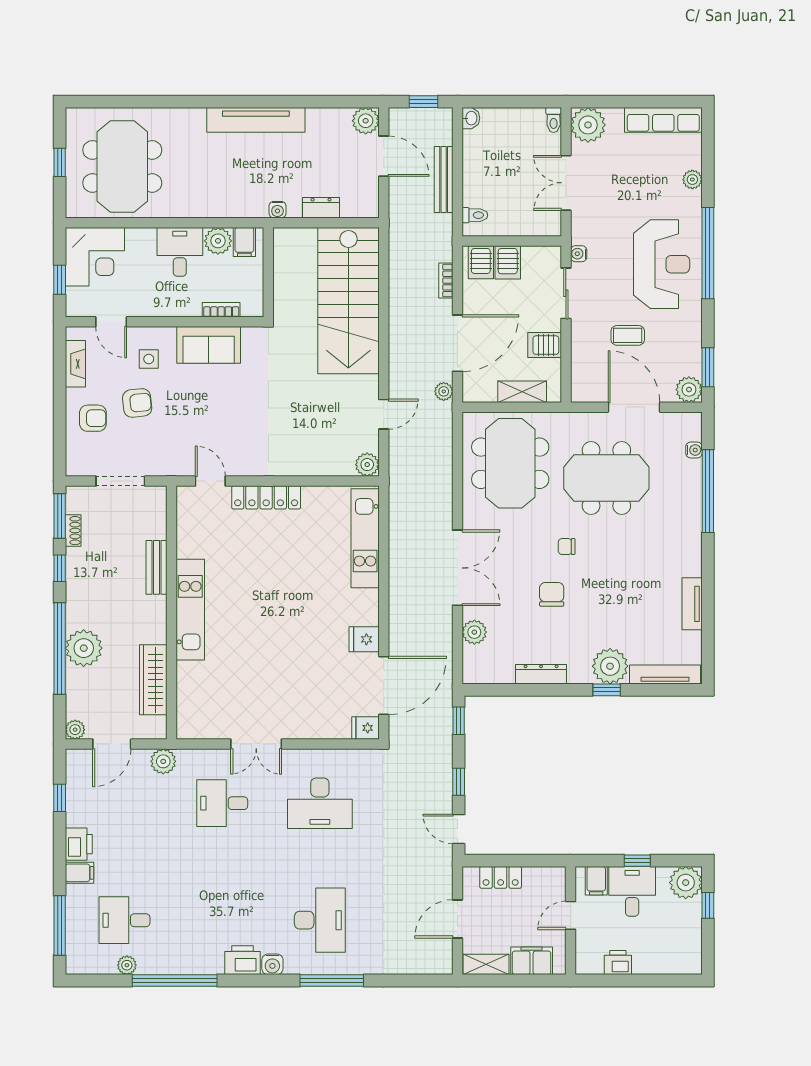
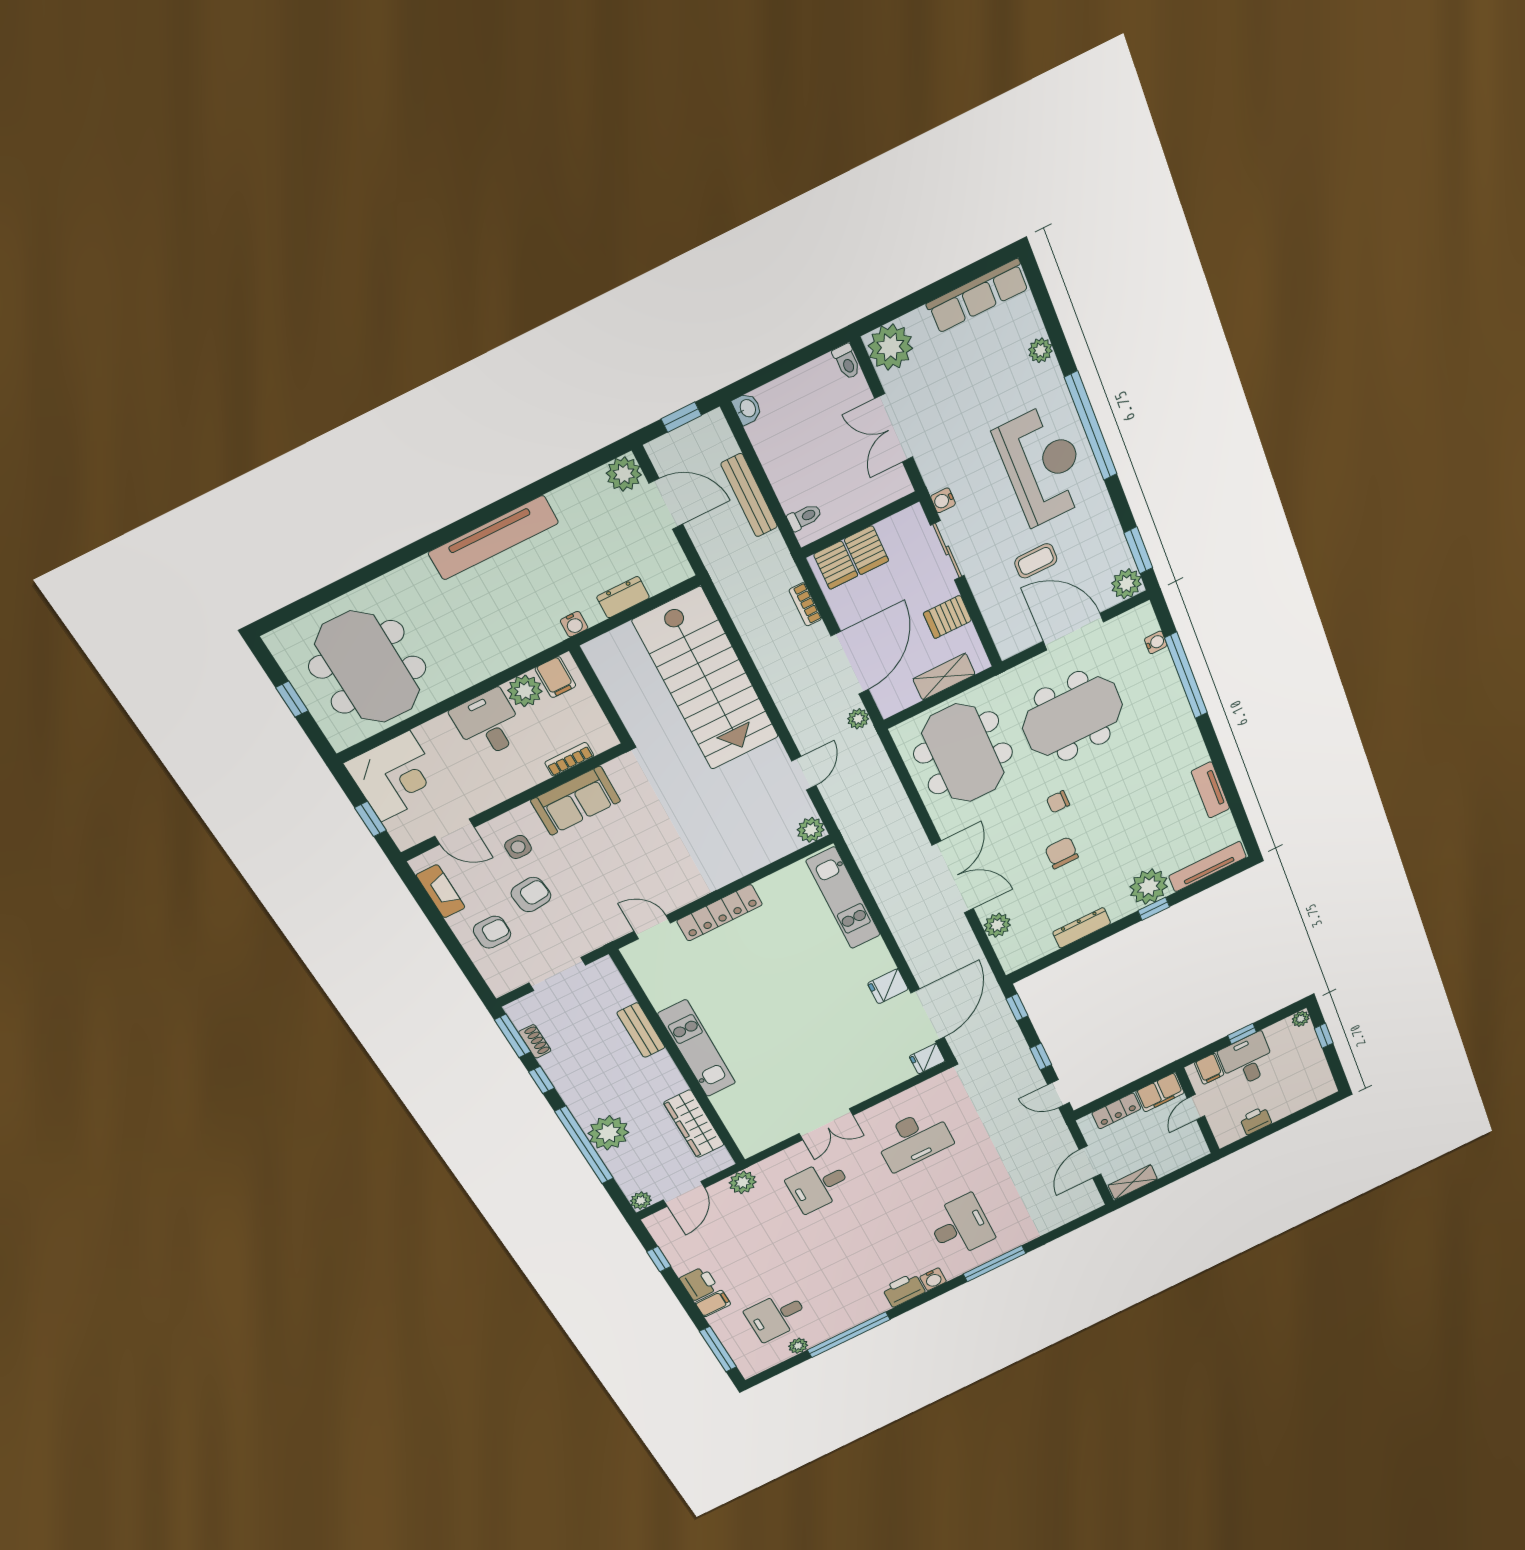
plant: (686, 883) -> (1301, 1019), width x0.53, depth x0.53
filing cabinet: (532, 961) -> (1160, 1092), moved, turned 180

